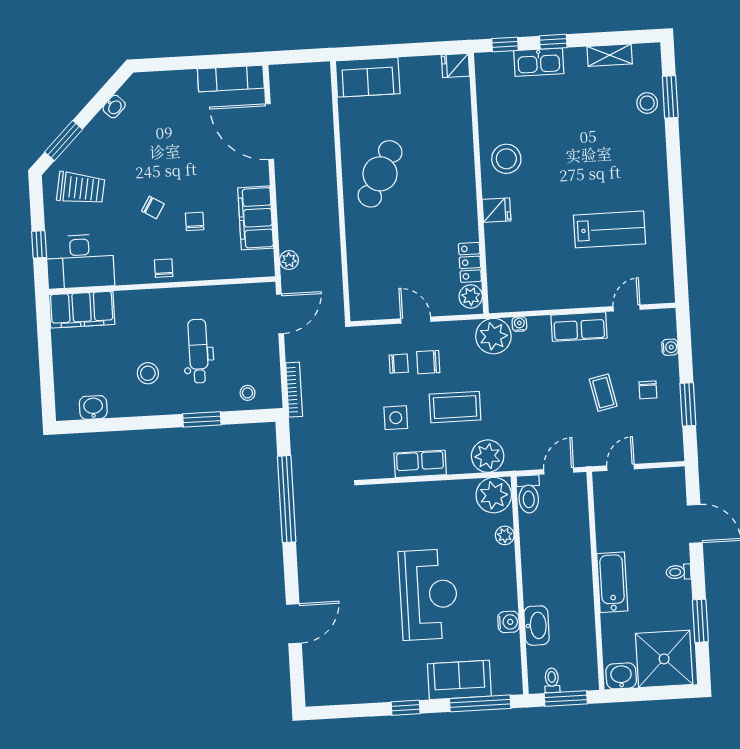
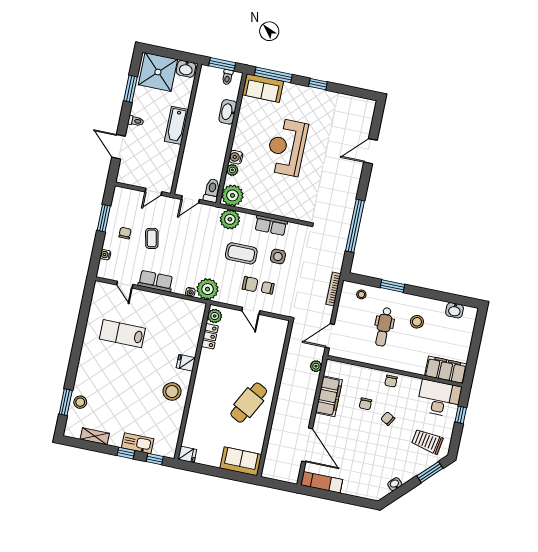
door: (627, 308) -> (125, 285), hinge flipped
water cooler: (509, 622) -> (236, 157), moved
sofa: (459, 680) -> (263, 88), moved

